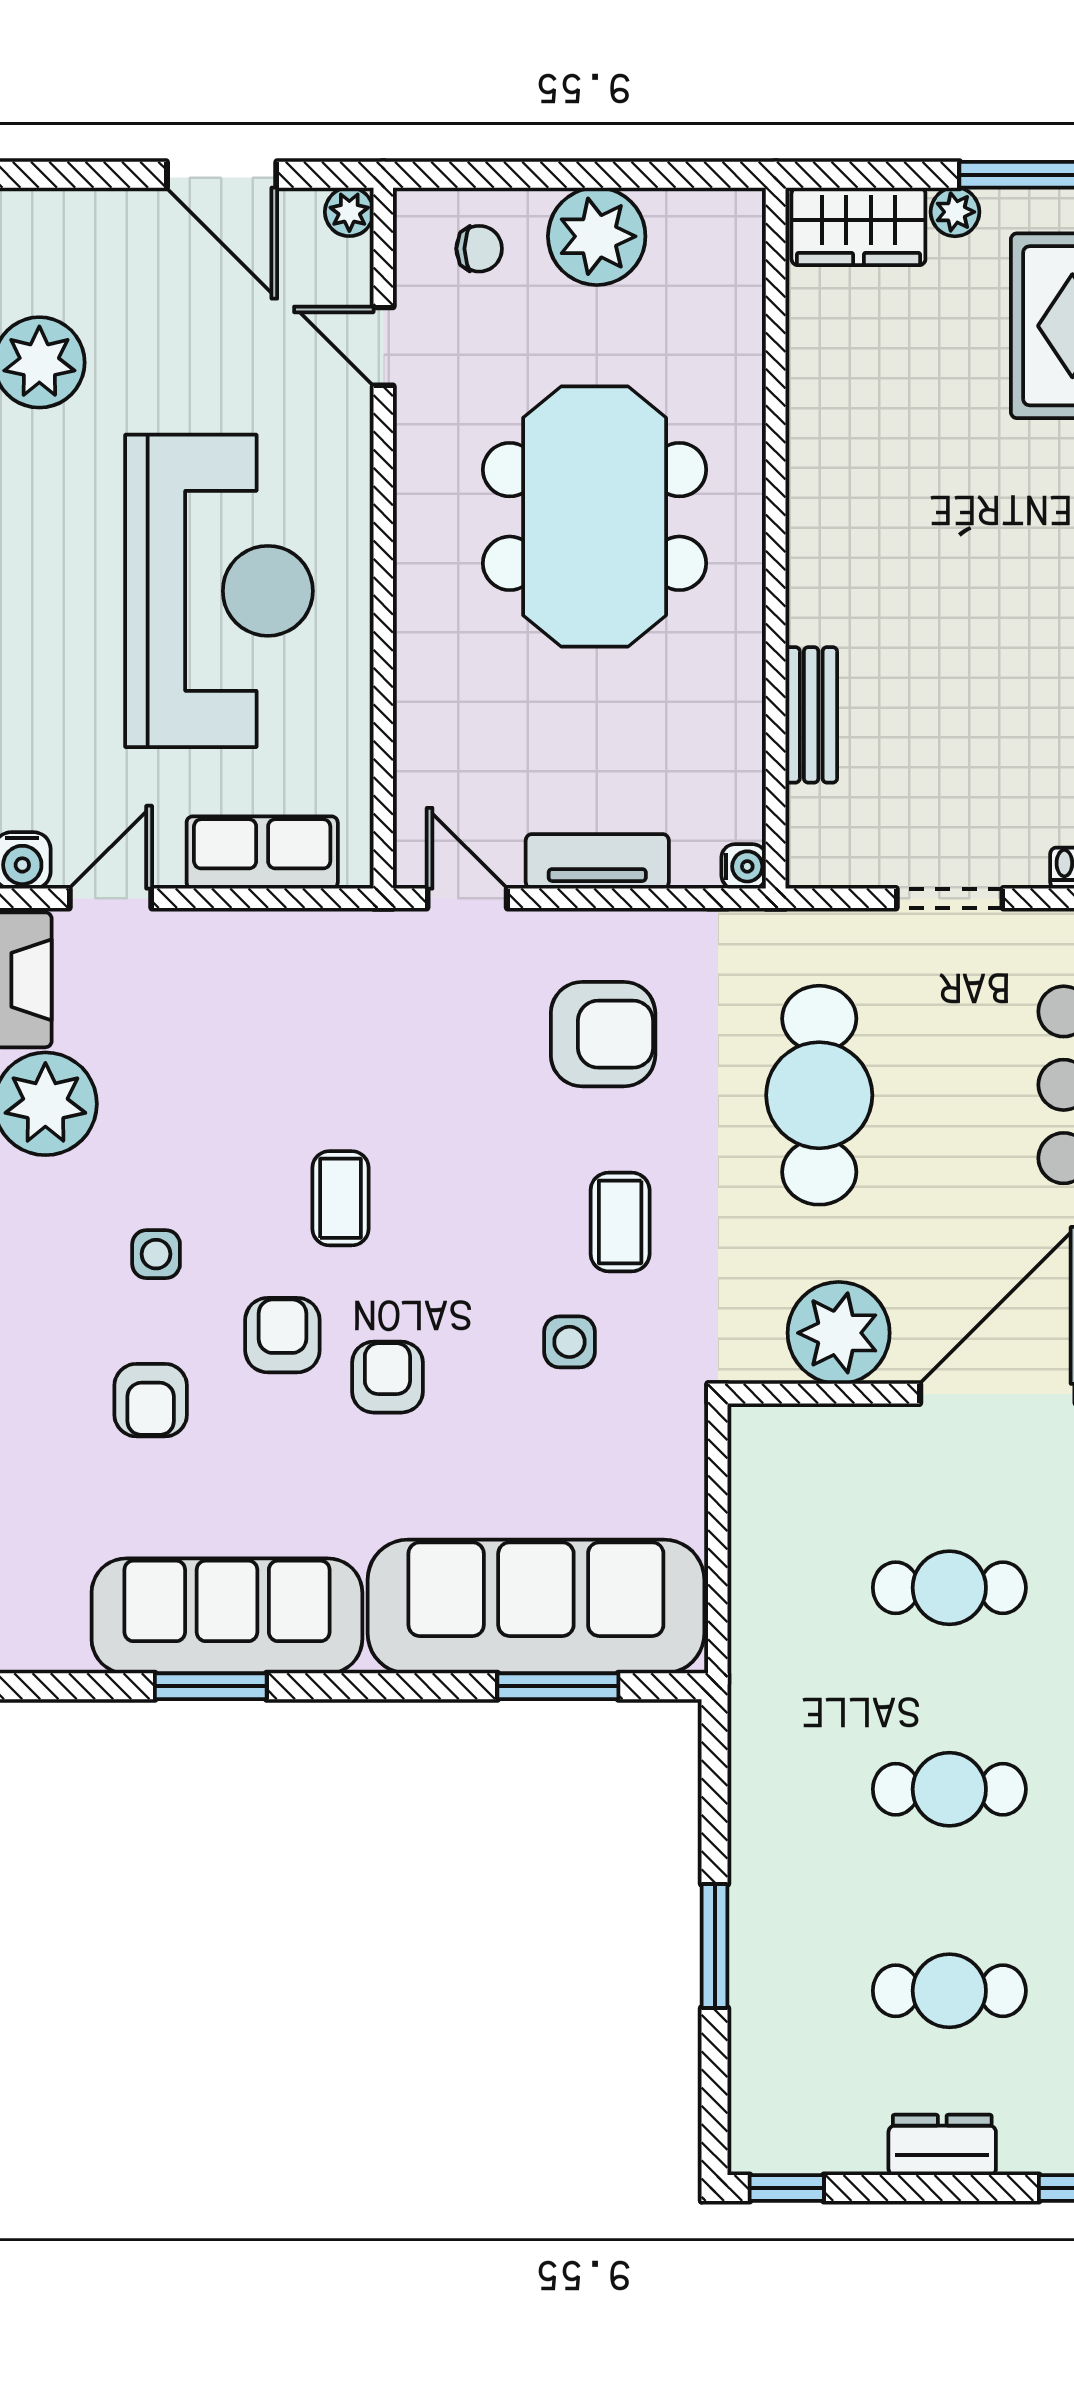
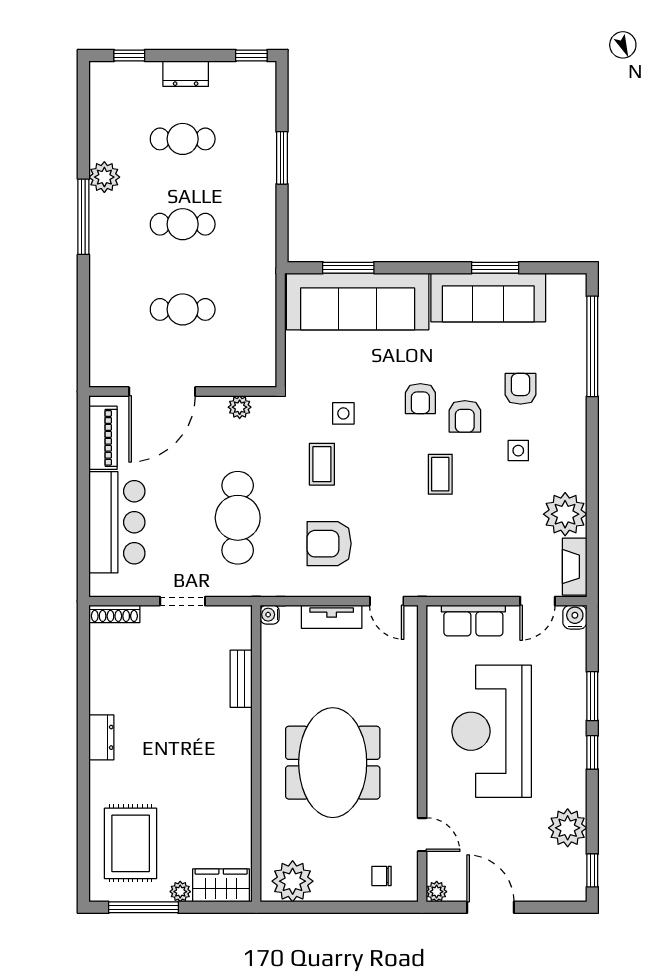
plant: (597, 236) -> (293, 881), moved
plant: (839, 1333) -> (240, 407), width x0.53, depth x0.53

